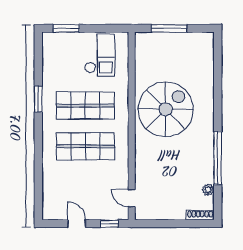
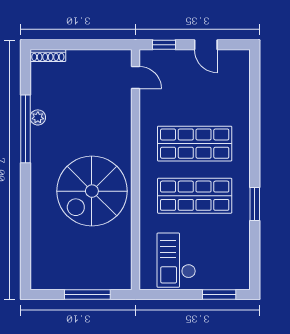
plant: (208, 190) -> (38, 117), moved

